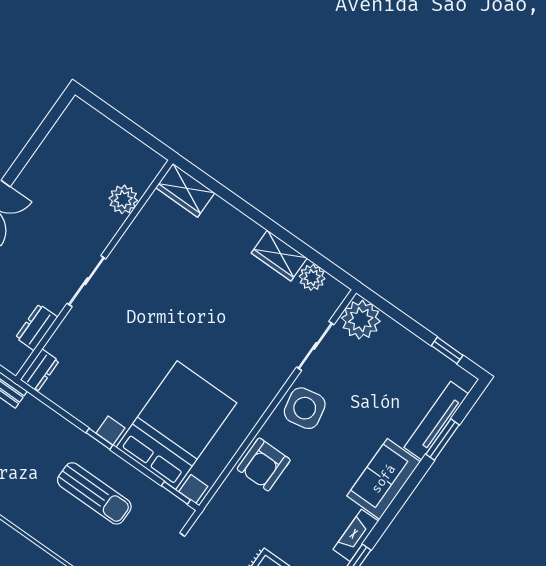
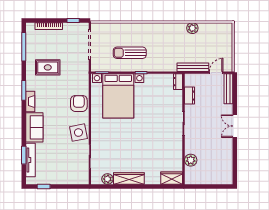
wardrobe: (279, 256) -> (129, 179), width x1.50
plant: (361, 320) -> (81, 176), removed

